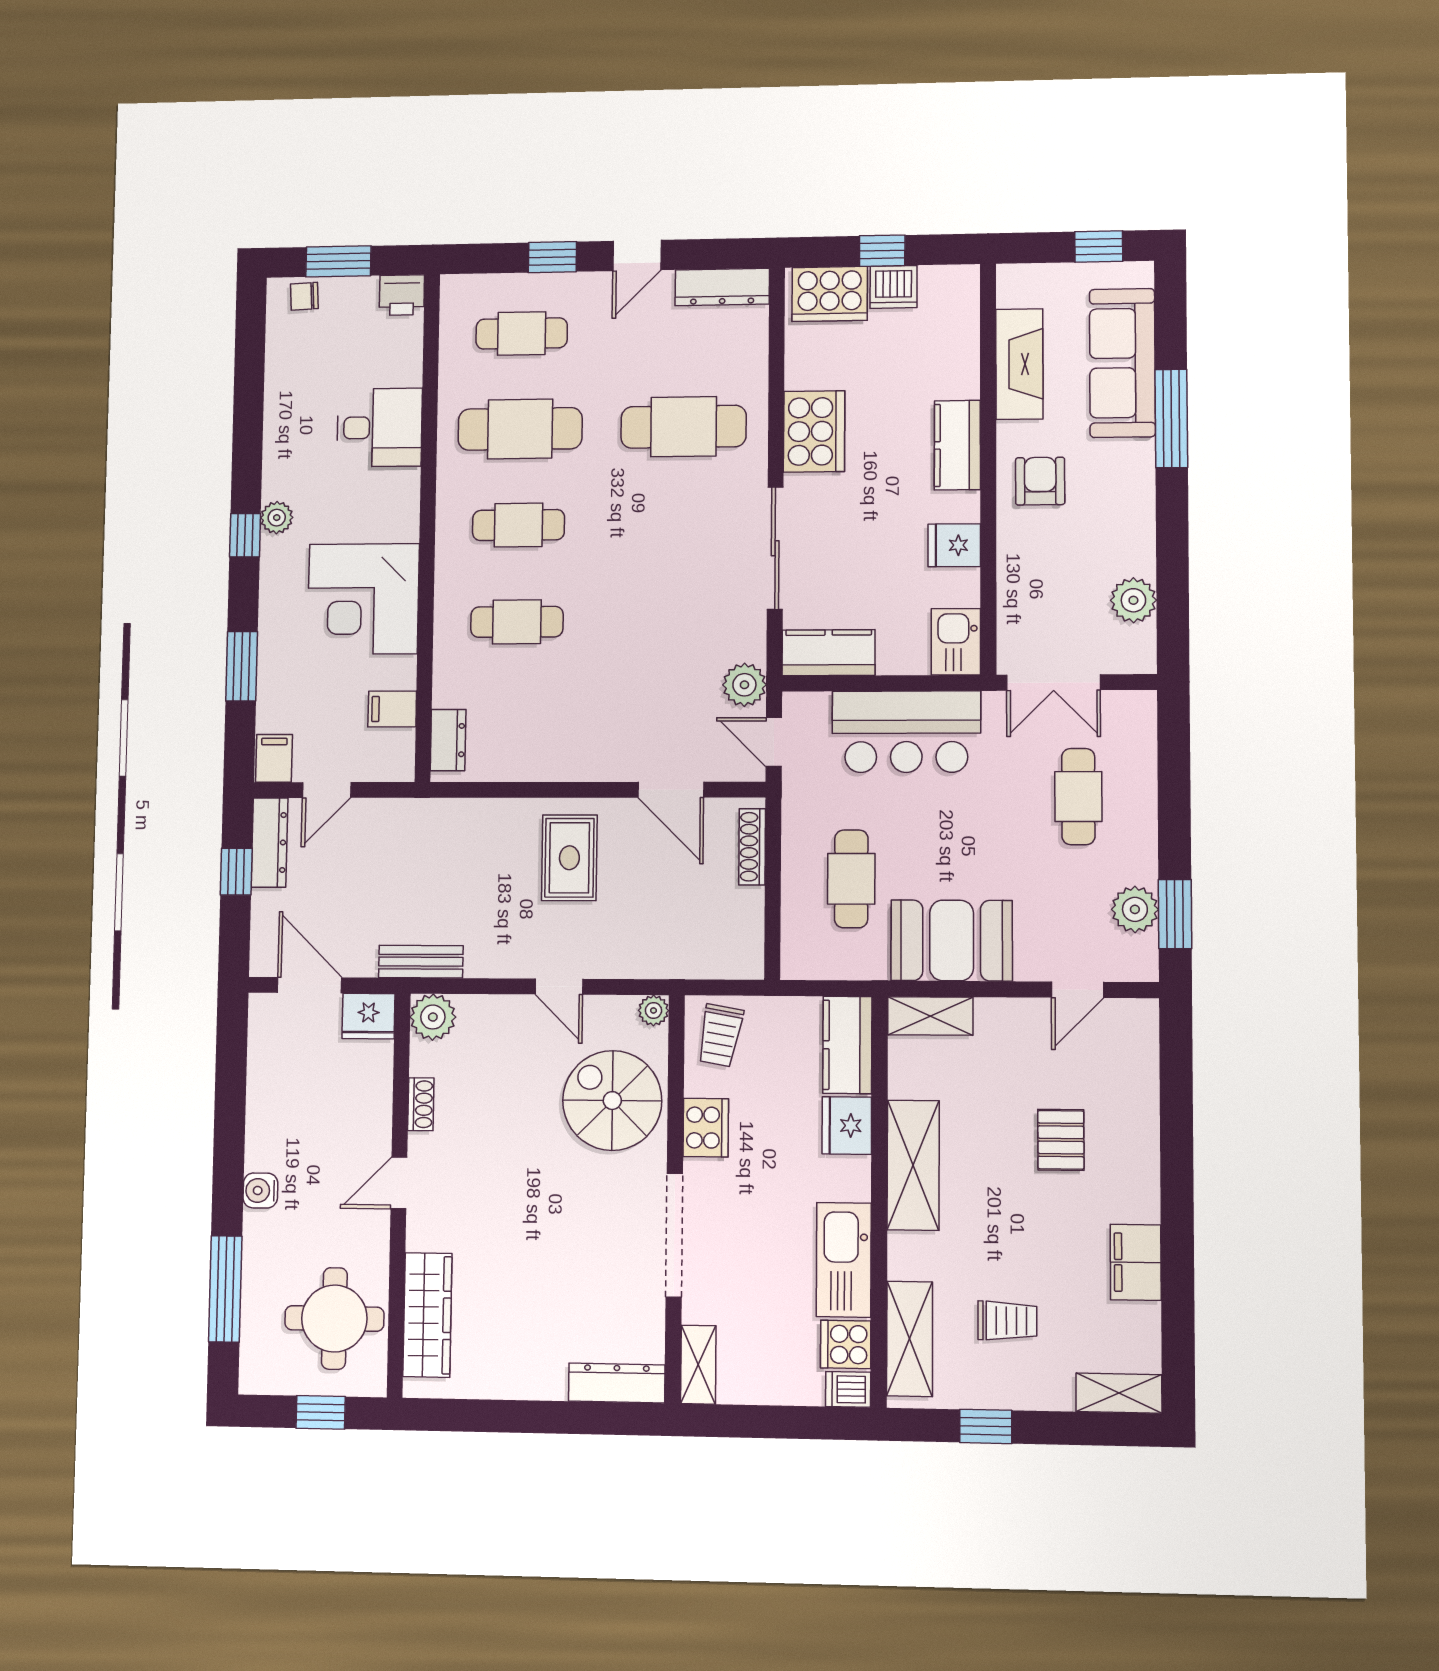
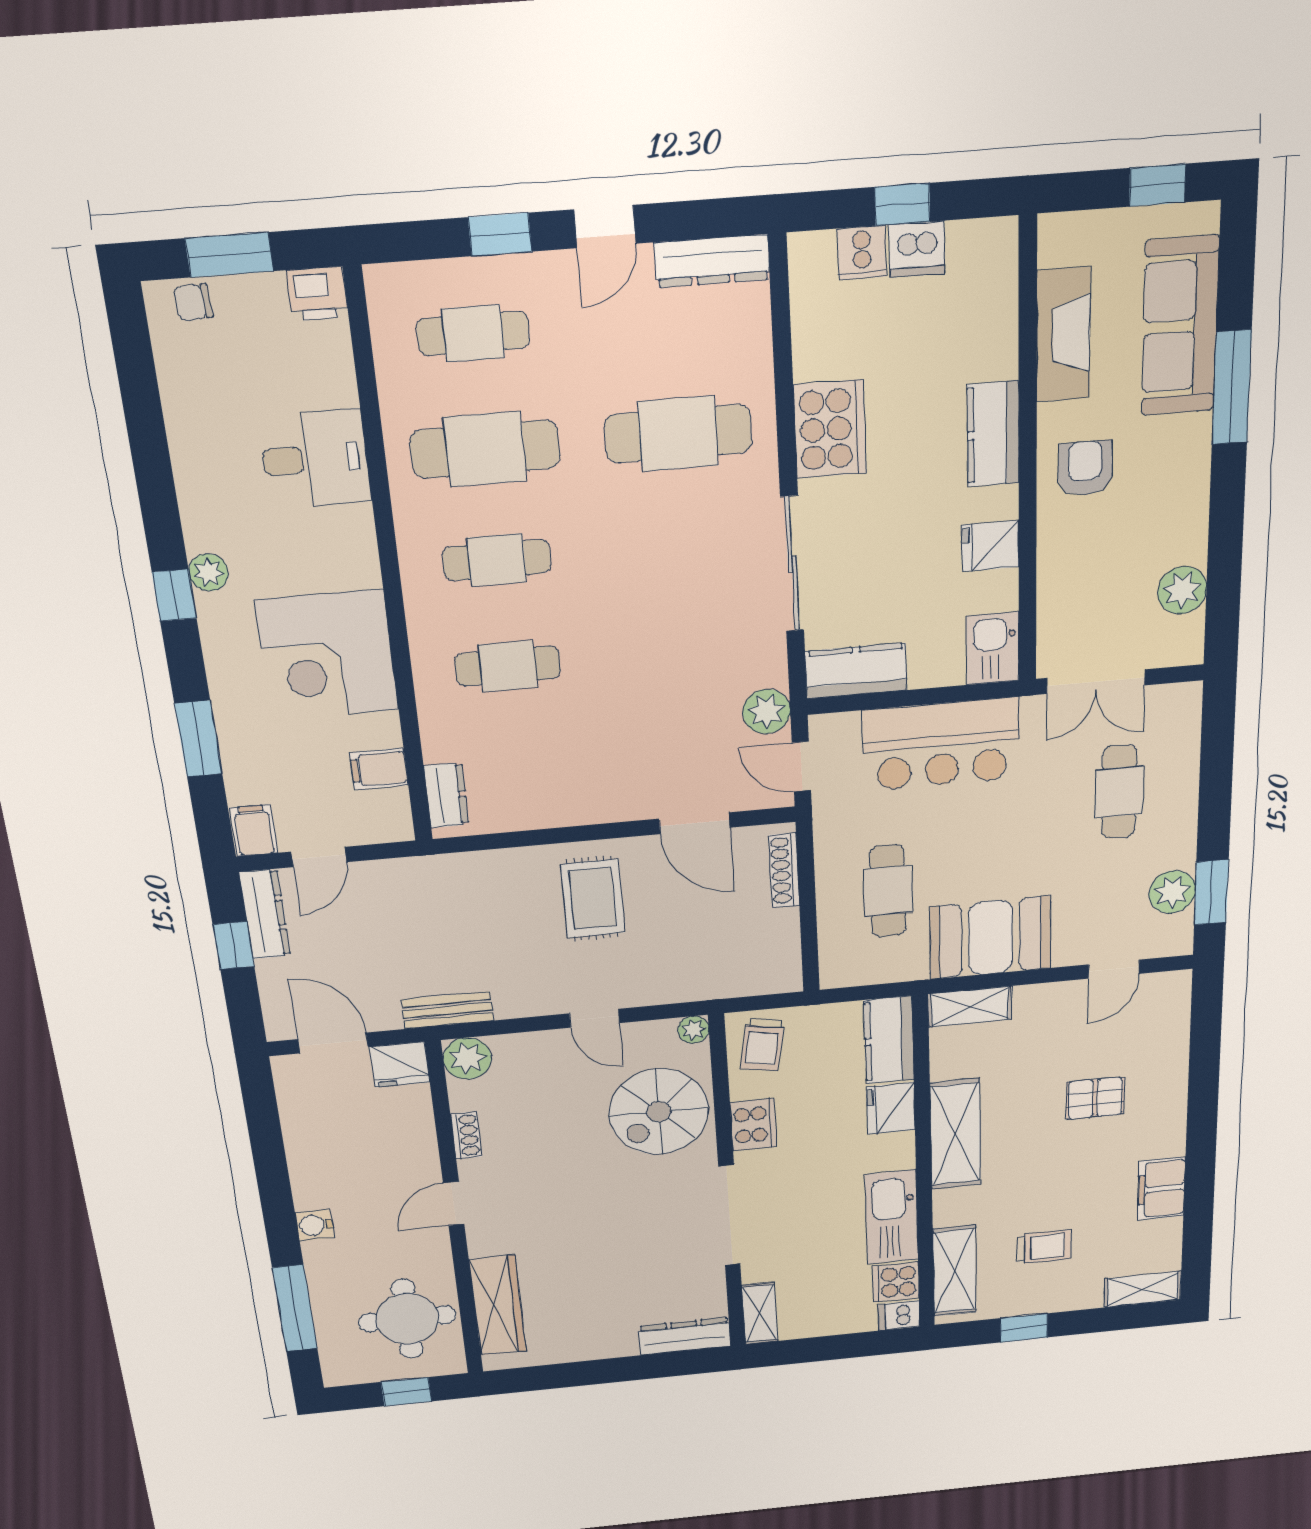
cooker: (830, 294) -> (862, 253), width x0.53, depth x0.76
spiral stairs: (612, 1101) -> (659, 1112), turned -90
pallet: (1061, 1140) -> (1095, 1098), turned 90

